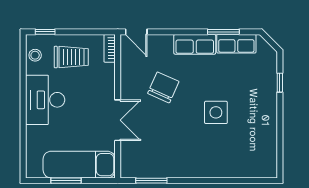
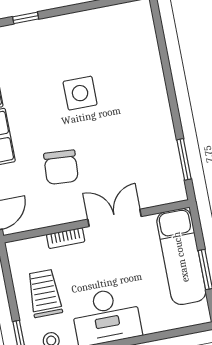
bookcase: (110, 48) -> (66, 238), moved
chair: (163, 87) -> (61, 167), turned -110

